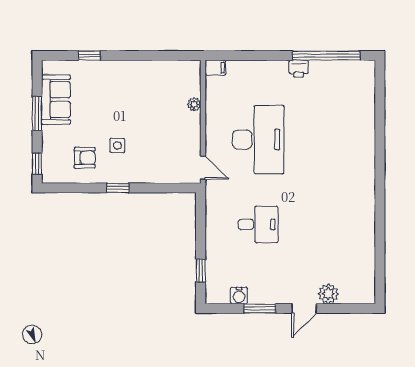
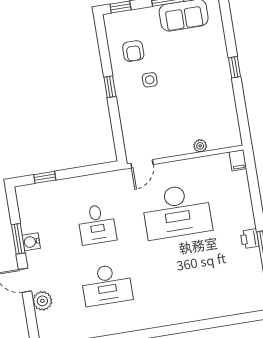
window: (89, 56) -> (235, 67), moved
desk: (322, 224) -> (107, 285), added
water cooler: (239, 296) -> (31, 242), moved

